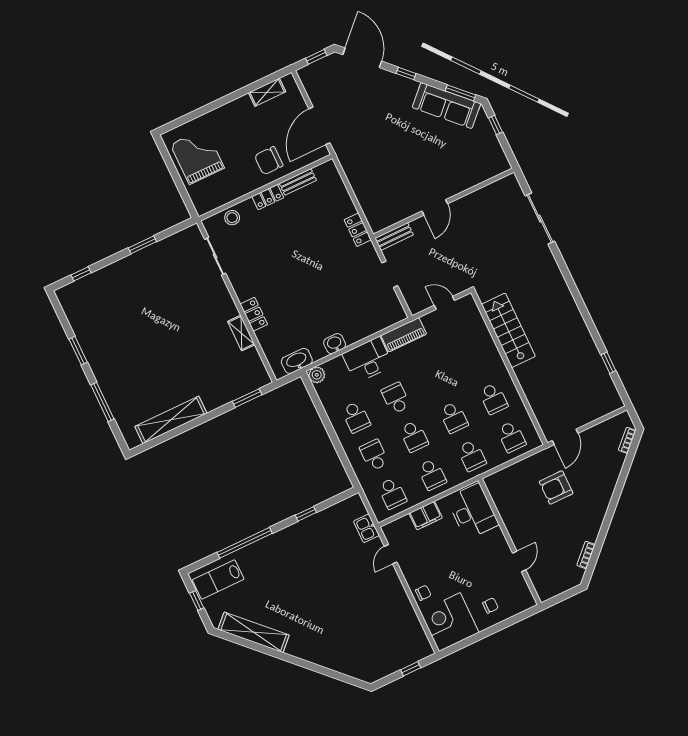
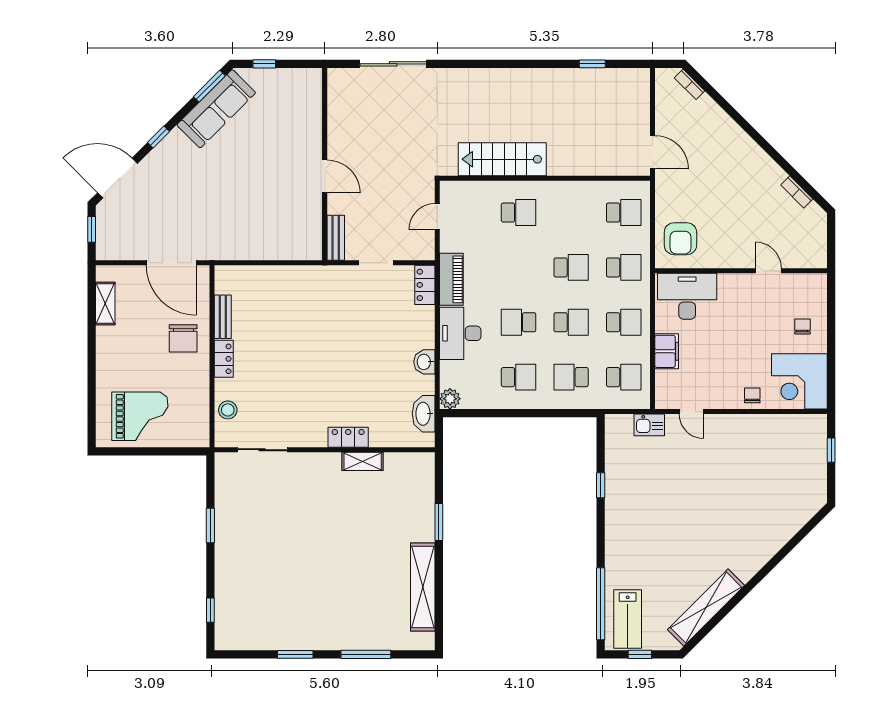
grand piano: (197, 156) -> (140, 416), turned 180
locker: (358, 230) -> (425, 285), moved, turned 90
window: (247, 398) -> (439, 522), moved
school desk: (493, 399) -> (519, 213), moved
armchair: (556, 487) -> (680, 239), moved
window: (245, 543) -> (601, 604), moved

